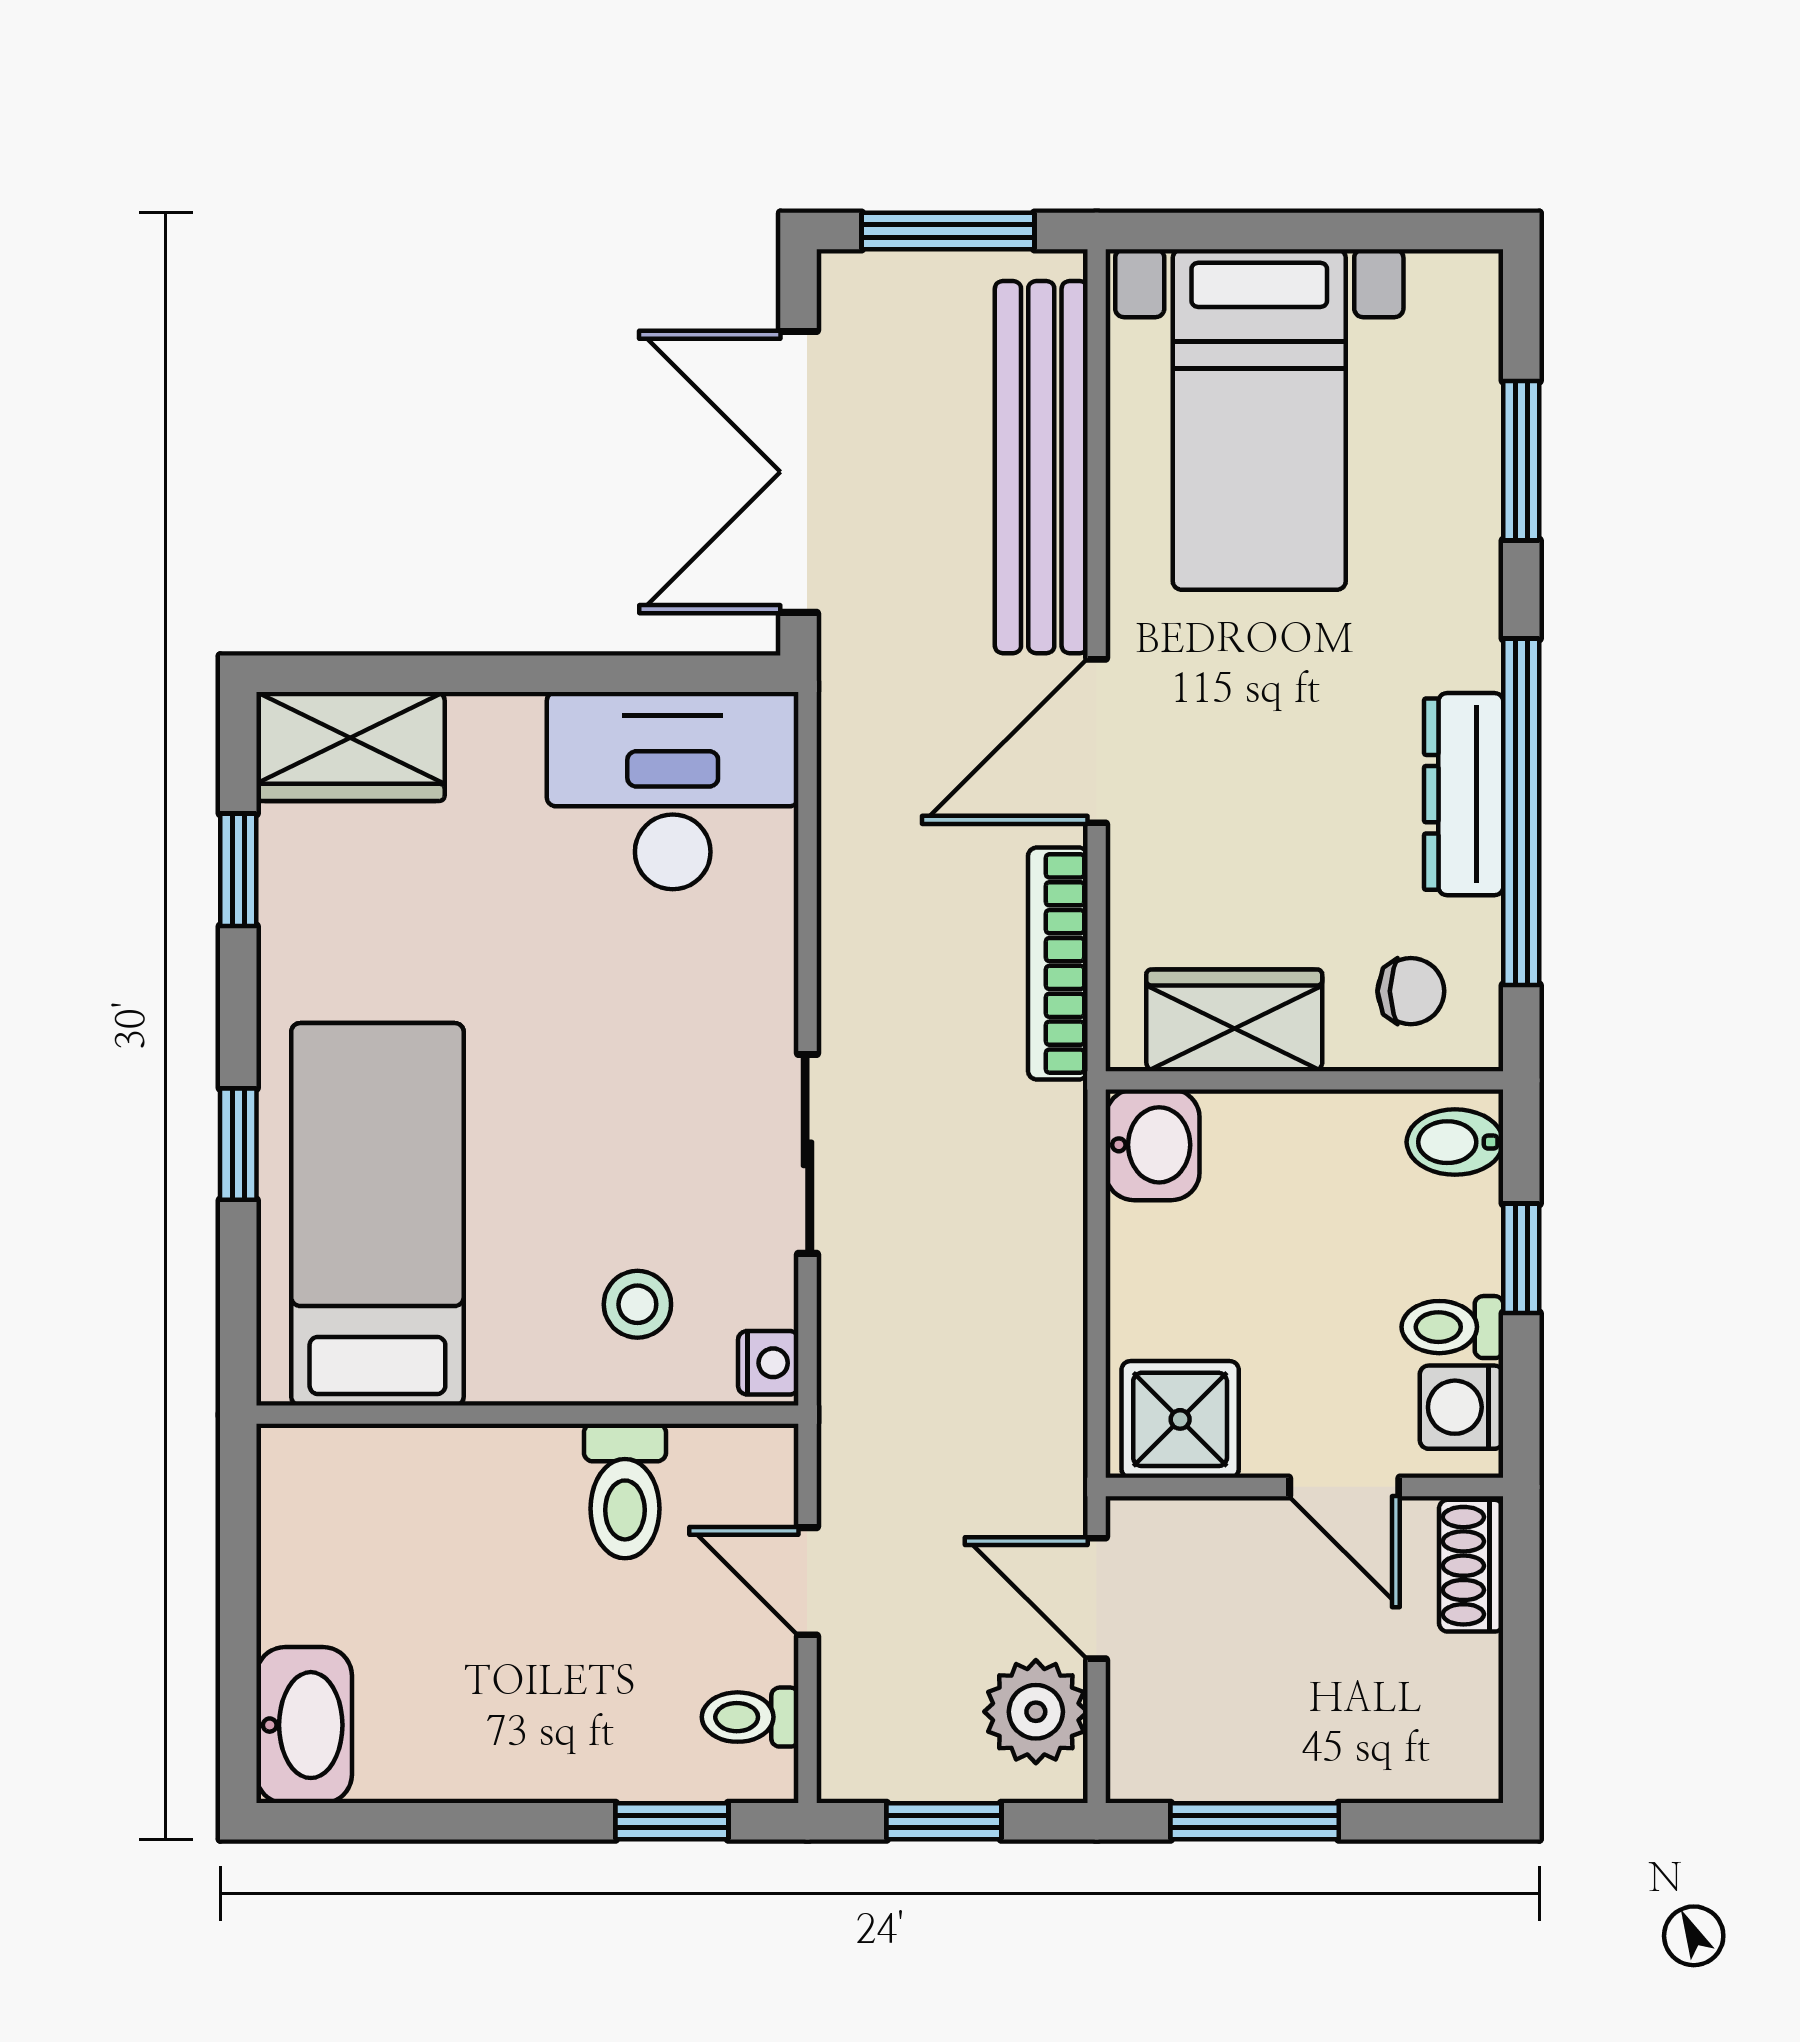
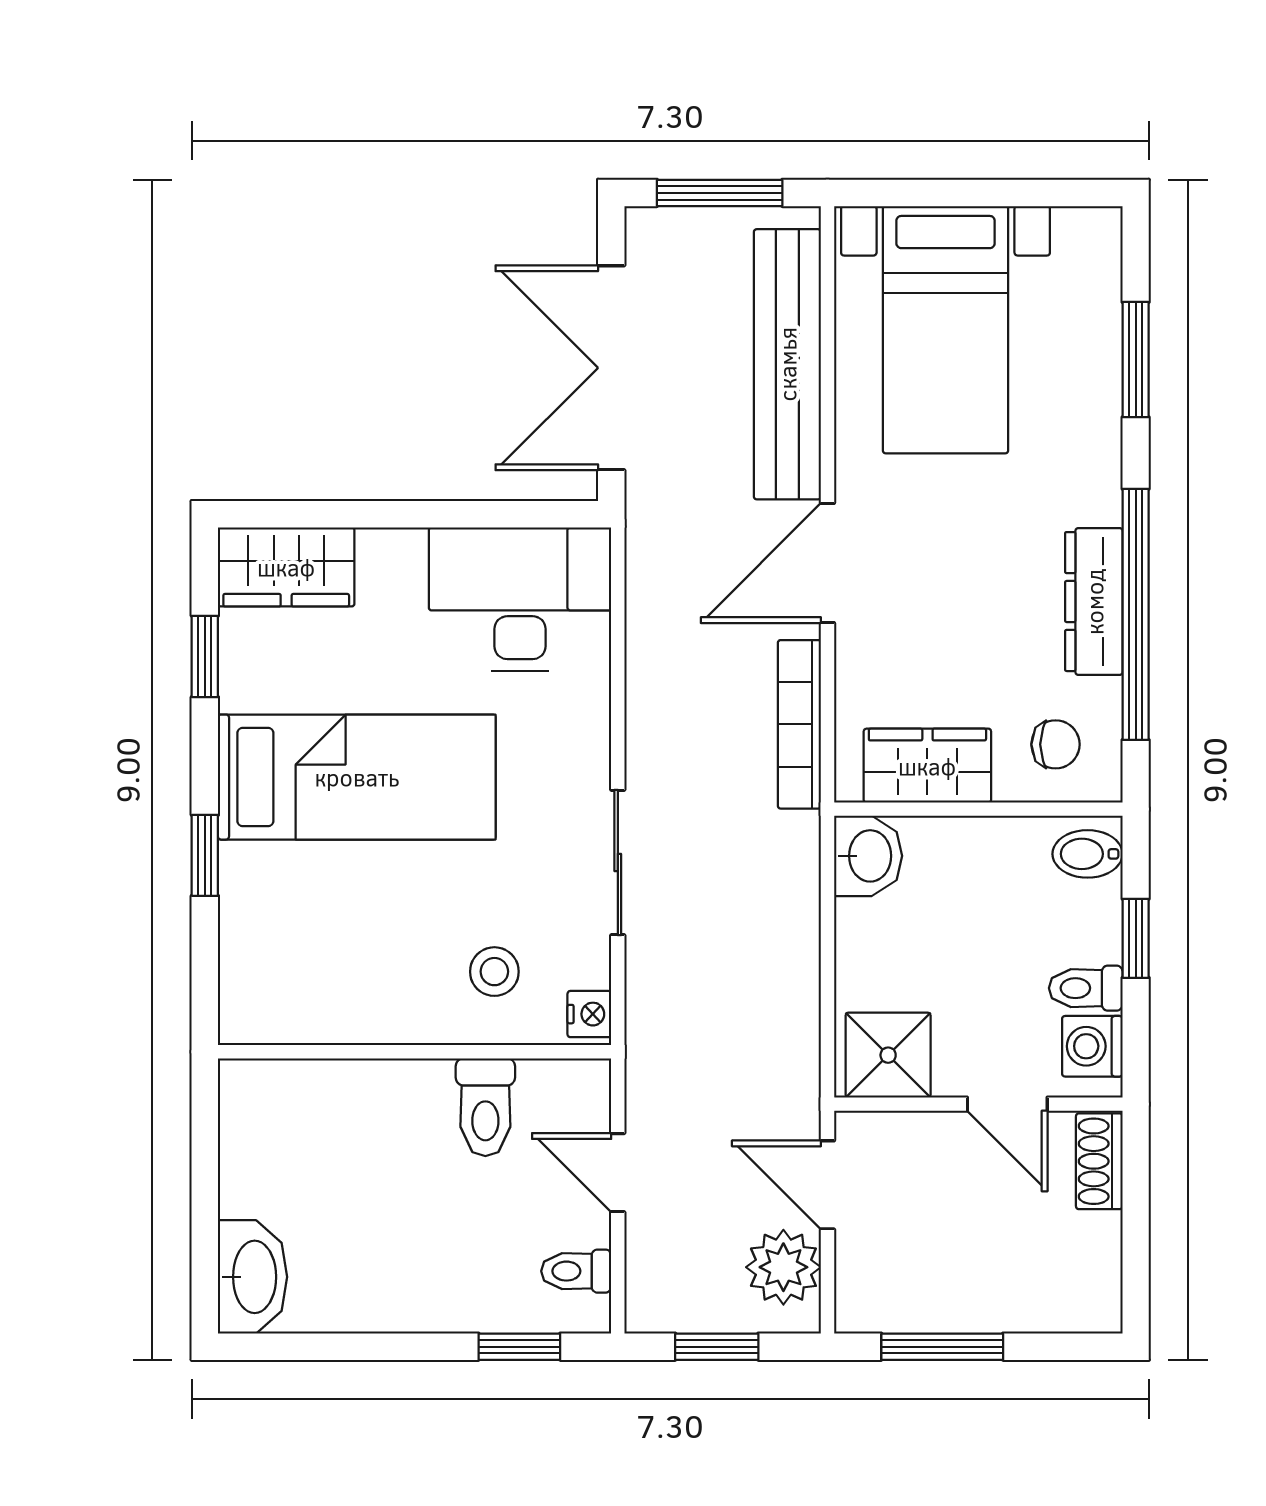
bed: (377, 1214) -> (357, 777), moved, turned 90

